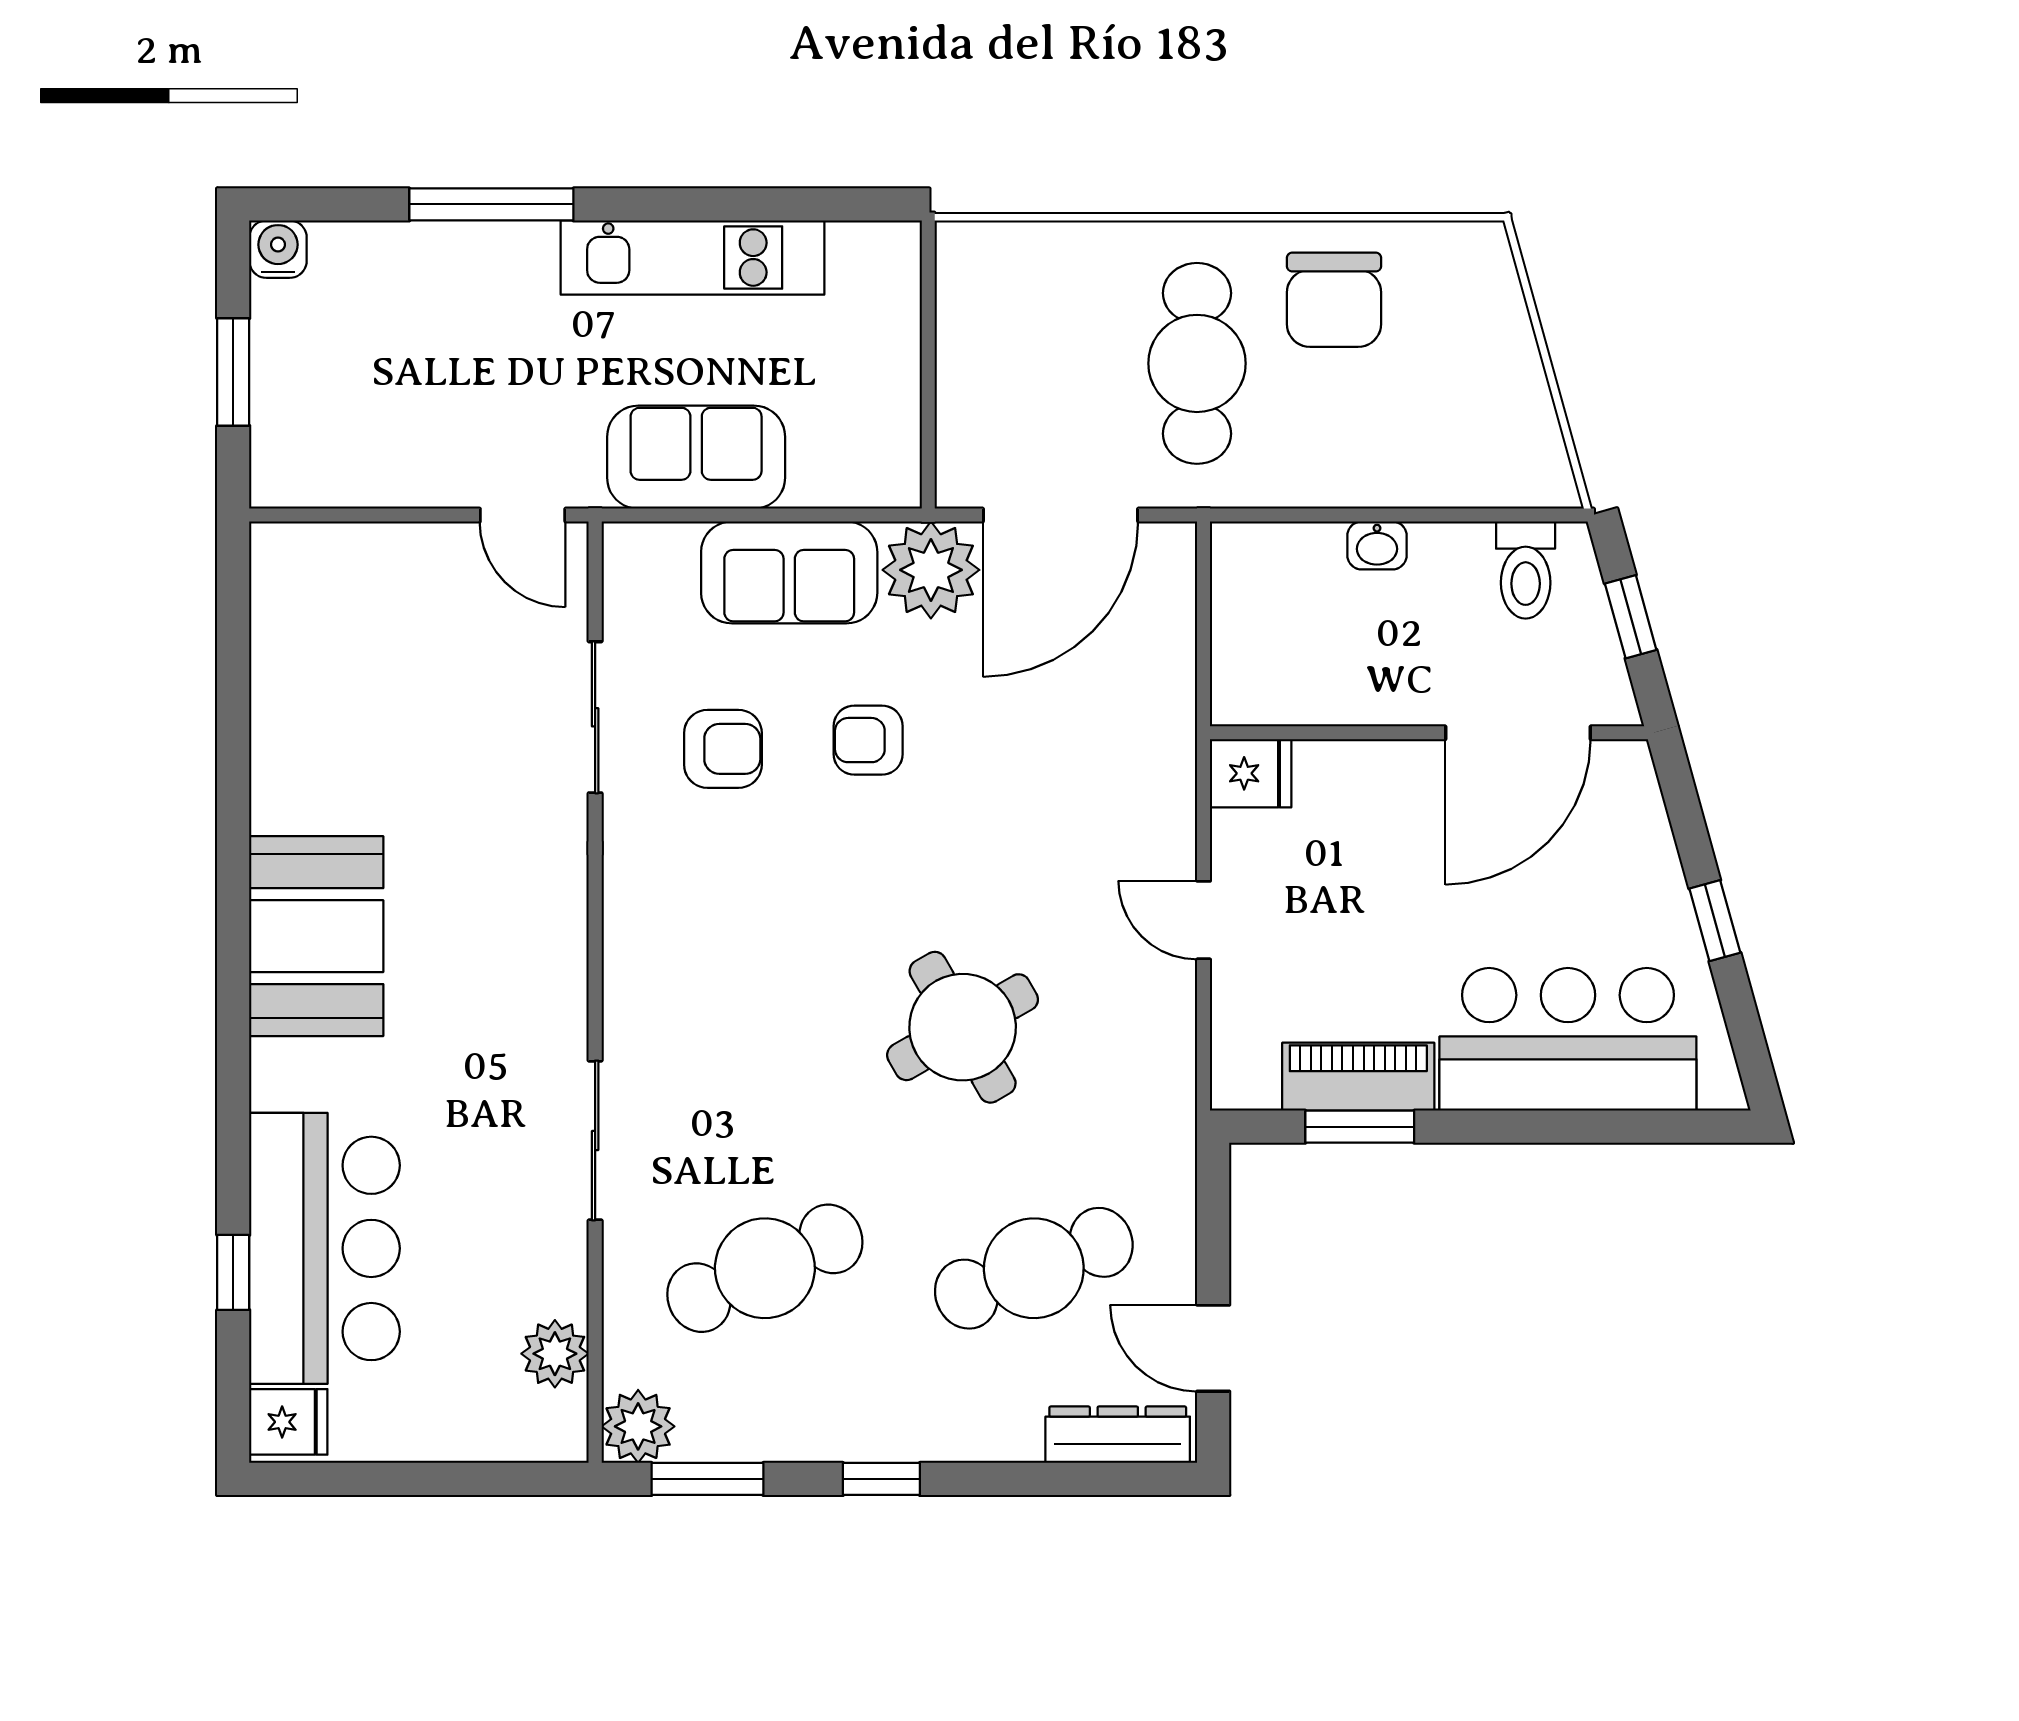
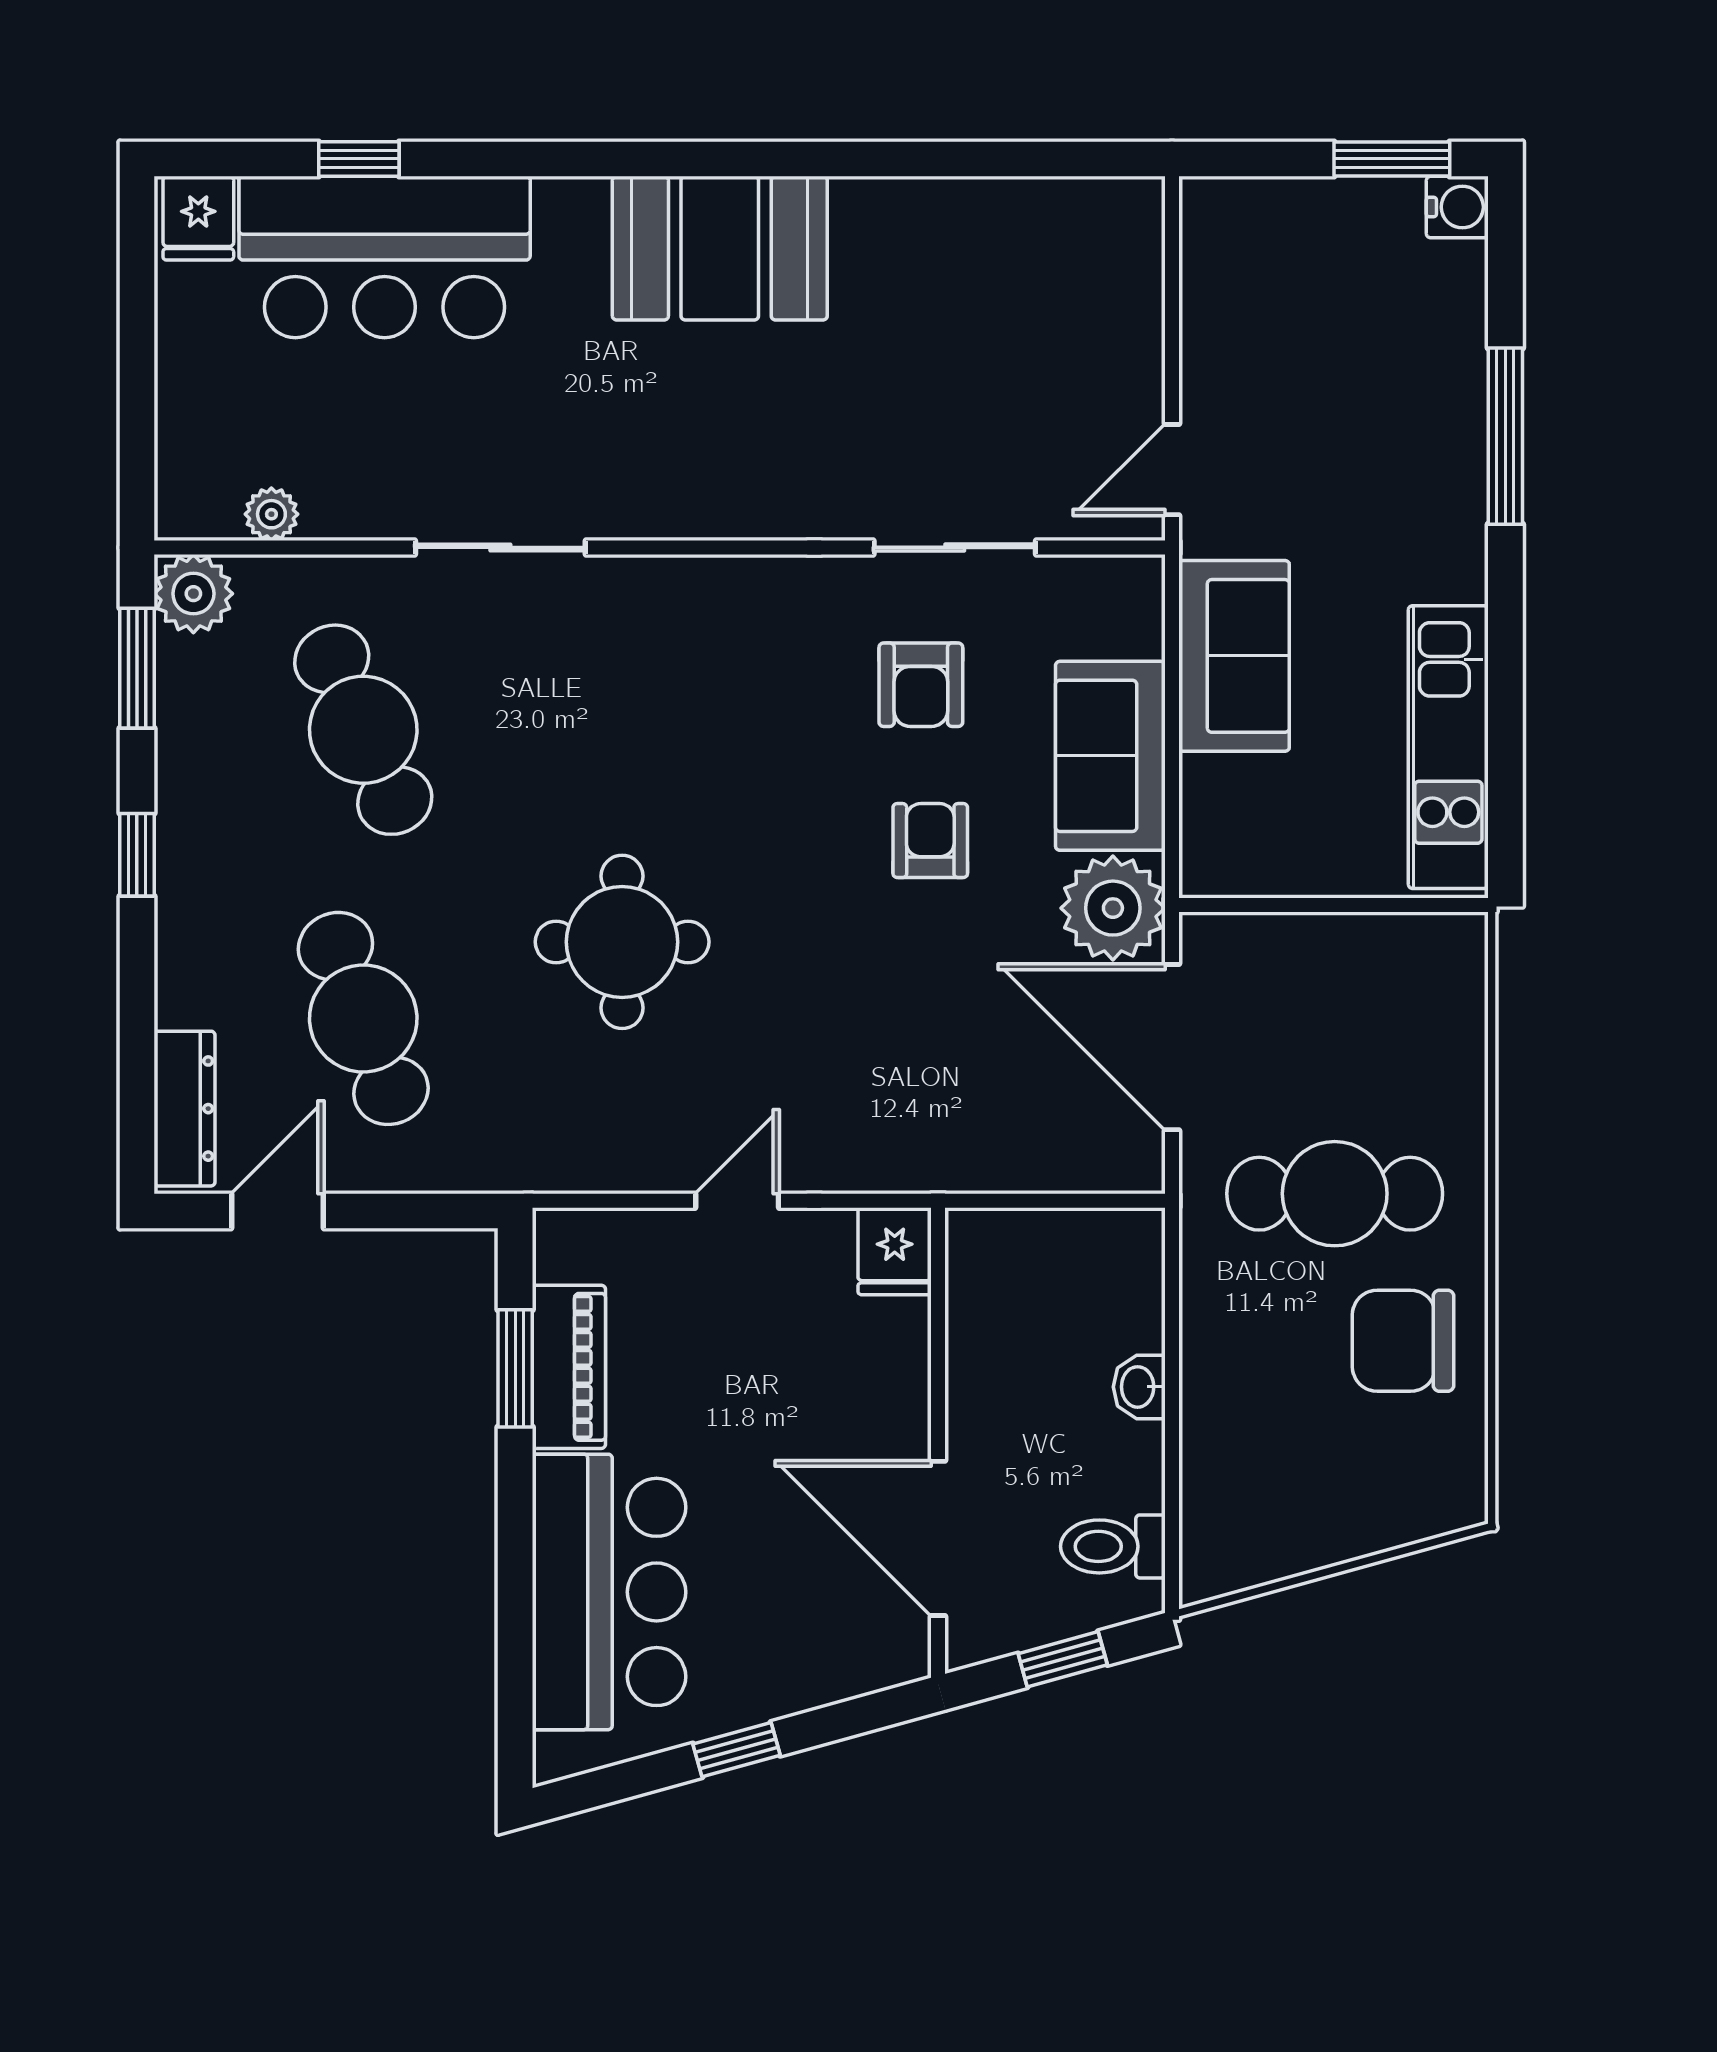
kitchen unit: (693, 258) -> (1448, 747), moved
window: (233, 372) -> (1392, 159), moved
round table: (963, 1027) -> (622, 942), turned 30
plant: (555, 1354) -> (271, 514), width x0.73, depth x0.73

